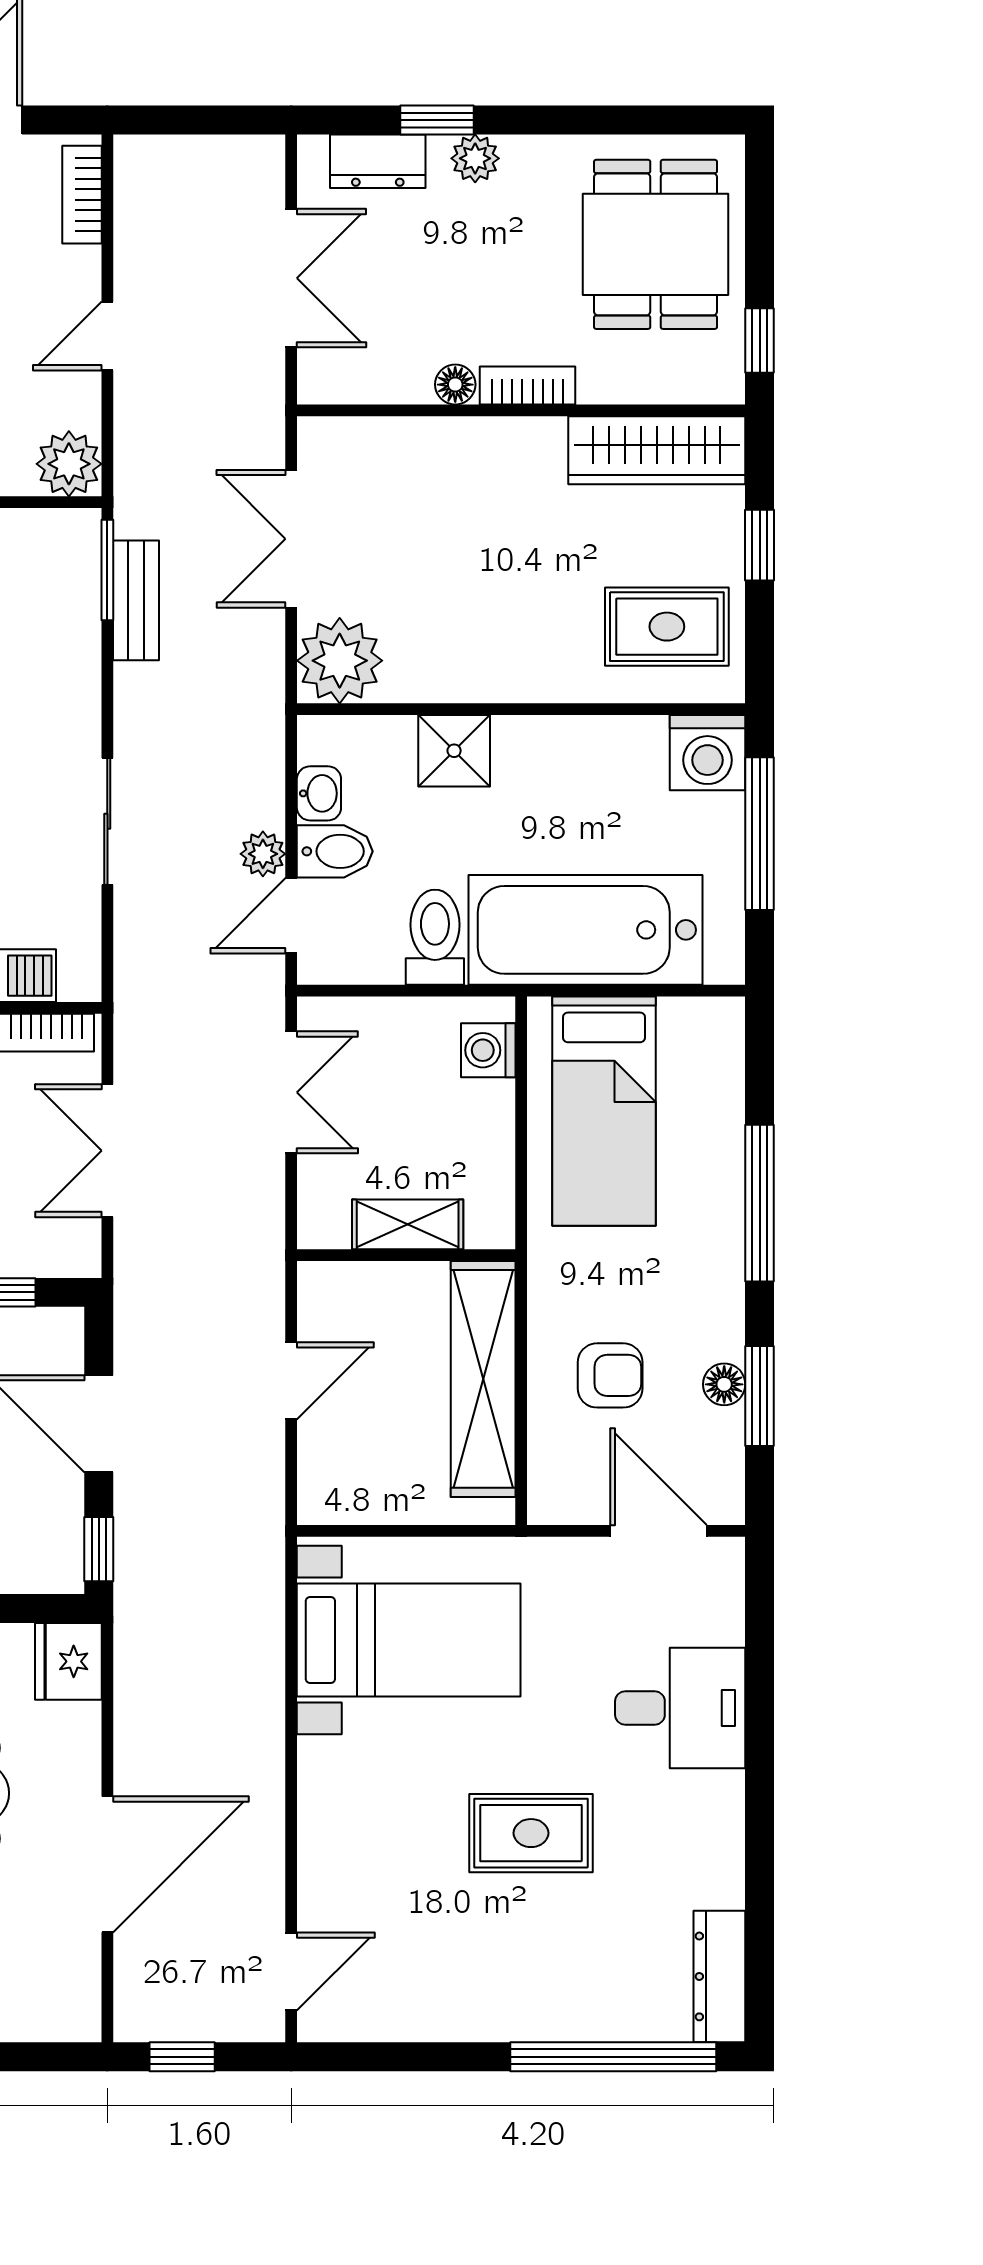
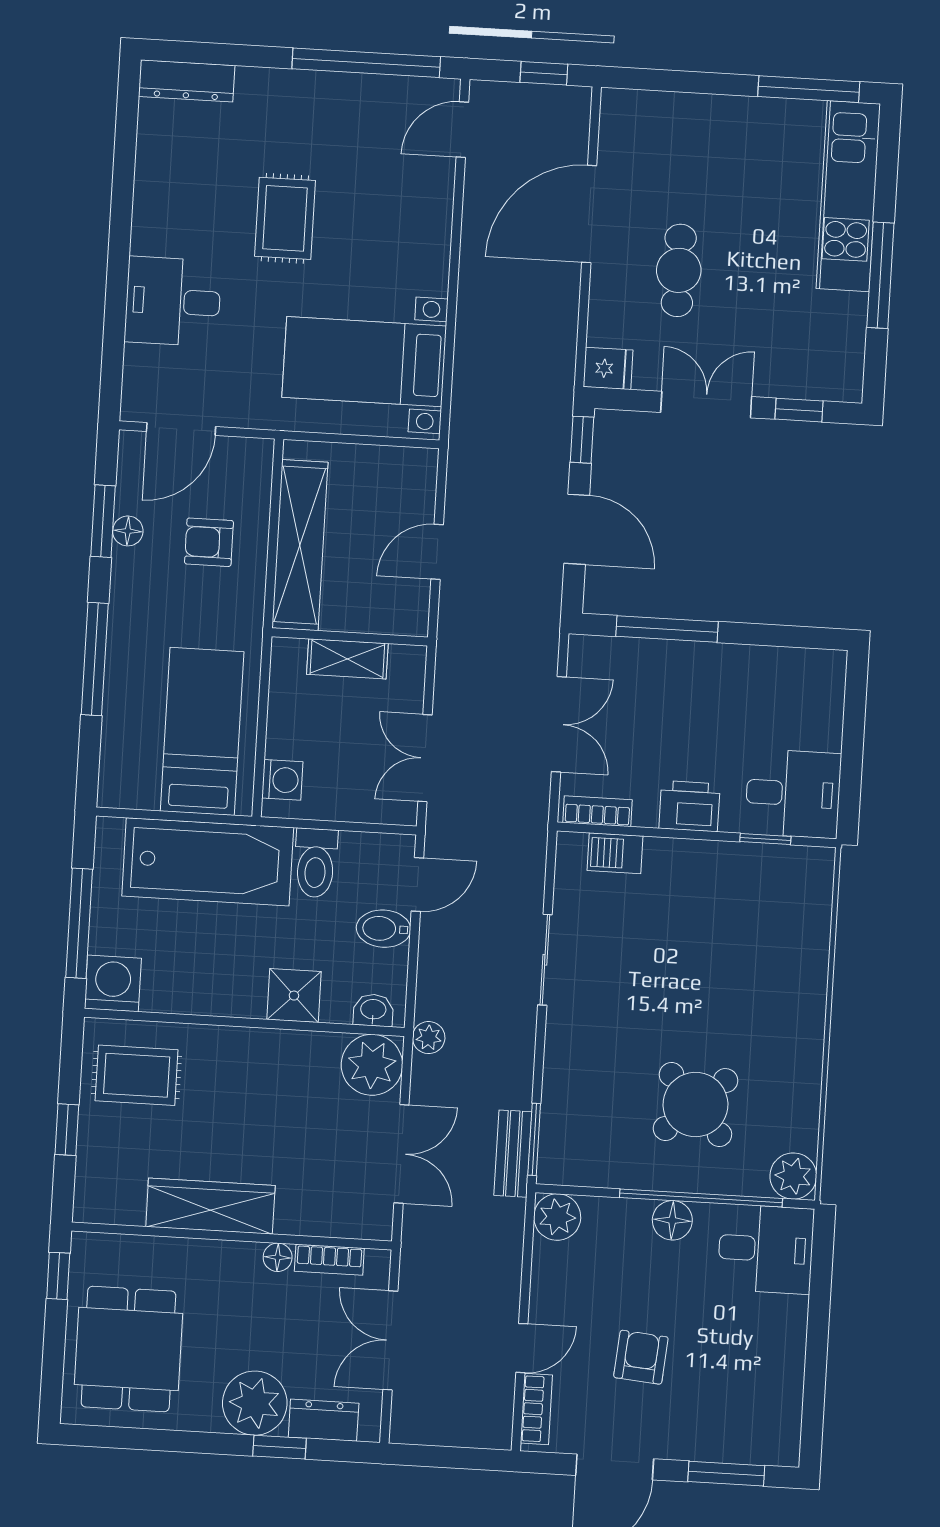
plant: (475, 158) -> (255, 1403), width x1.87, depth x1.87
door: (107, 336) -> (522, 1348), moved
bookcase: (527, 386) -> (329, 1260), moved
wardrobe: (657, 450) -> (210, 1206), moved
bench: (136, 600) -> (513, 1154), moved
washbasin: (319, 793) -> (373, 1010), moved, turned 90
plant: (263, 854) -> (429, 1038), moved
door: (658, 1531) -> (181, 429), hinge flipped
fridge: (68, 1661) -> (608, 368), width x0.72
rug: (531, 1833) -> (285, 218), turned 90
dresser: (719, 1976) -> (187, 81), moved, turned 90
window: (613, 2057) -> (366, 63), moved

